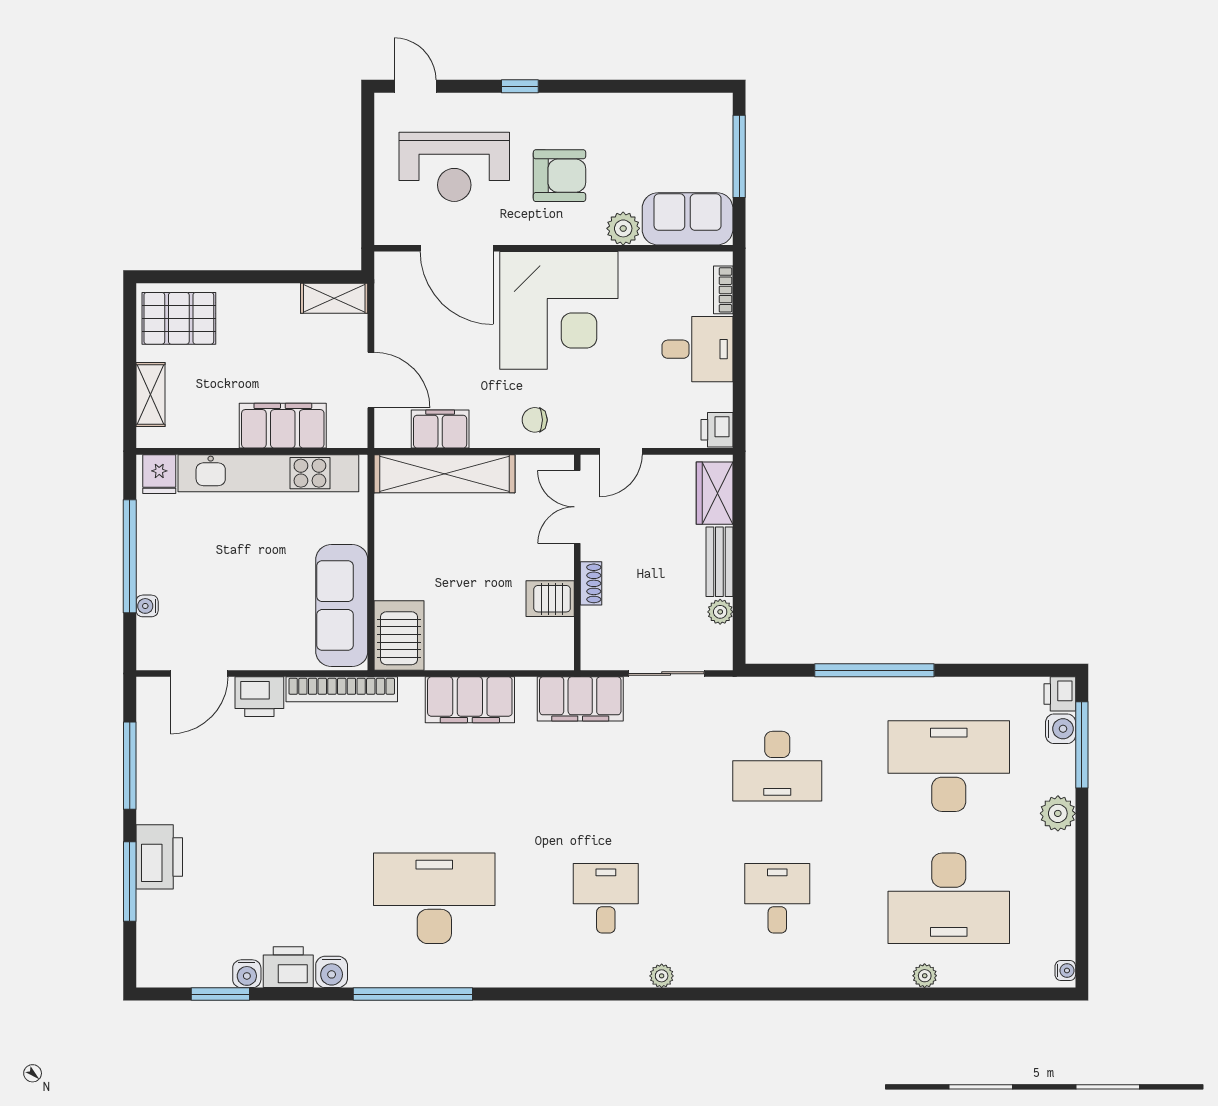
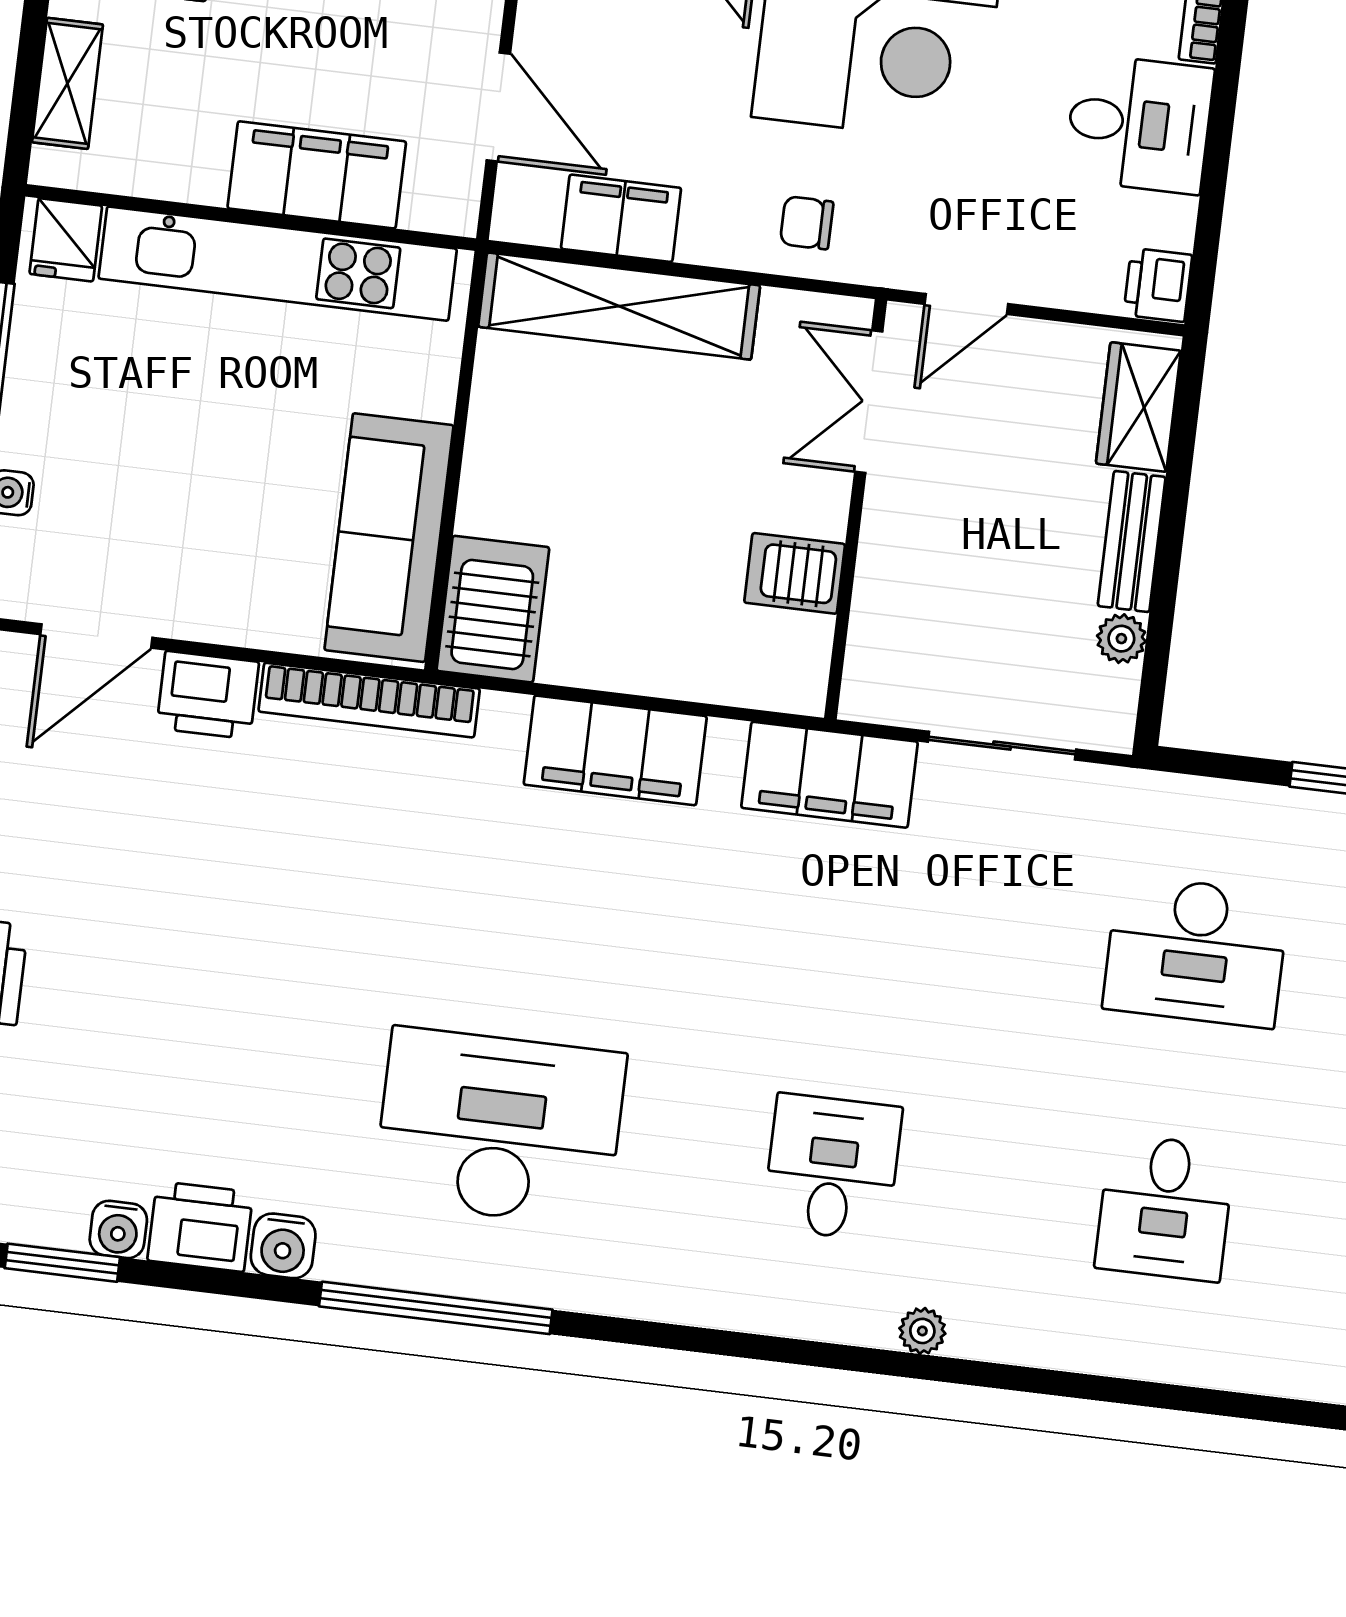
shoe rack: (591, 583) -> (878, 553), removed
desk: (777, 898) -> (1165, 1208), turned 180

